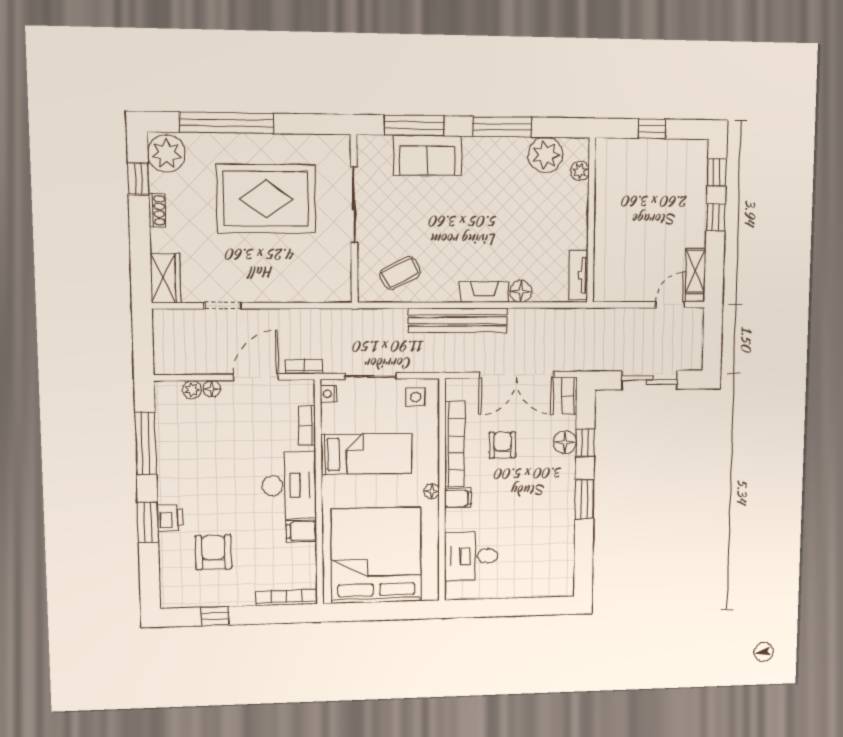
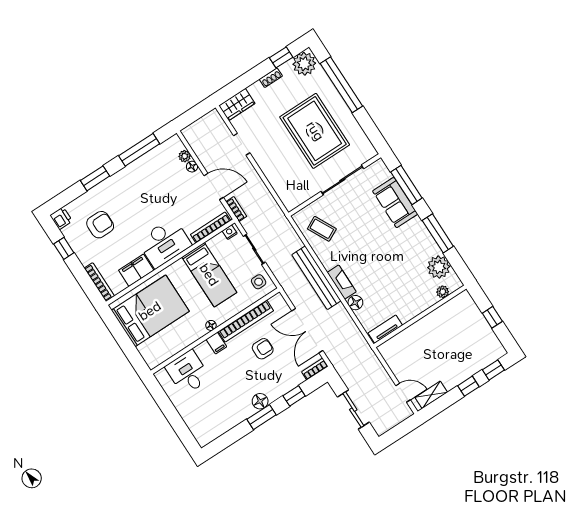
bookcase: (307, 426) -> (211, 227), width x1.56
floor lamp: (565, 442) -> (260, 401), moved
printer: (170, 518) -> (61, 218), moved, turned -90
filing cabinet: (301, 531) -> (136, 270), width x2.00
bed: (376, 555) -> (150, 311), width x0.73

